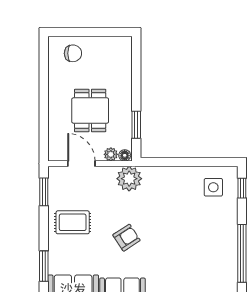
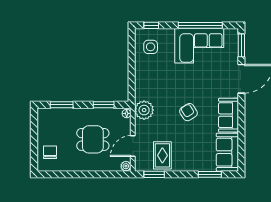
window: (136, 69) -> (62, 105), added
plant: (111, 154) -> (126, 166), moved
rug: (73, 222) -> (162, 155), moved
corner sofa: (215, 252) -> (199, 46), added

